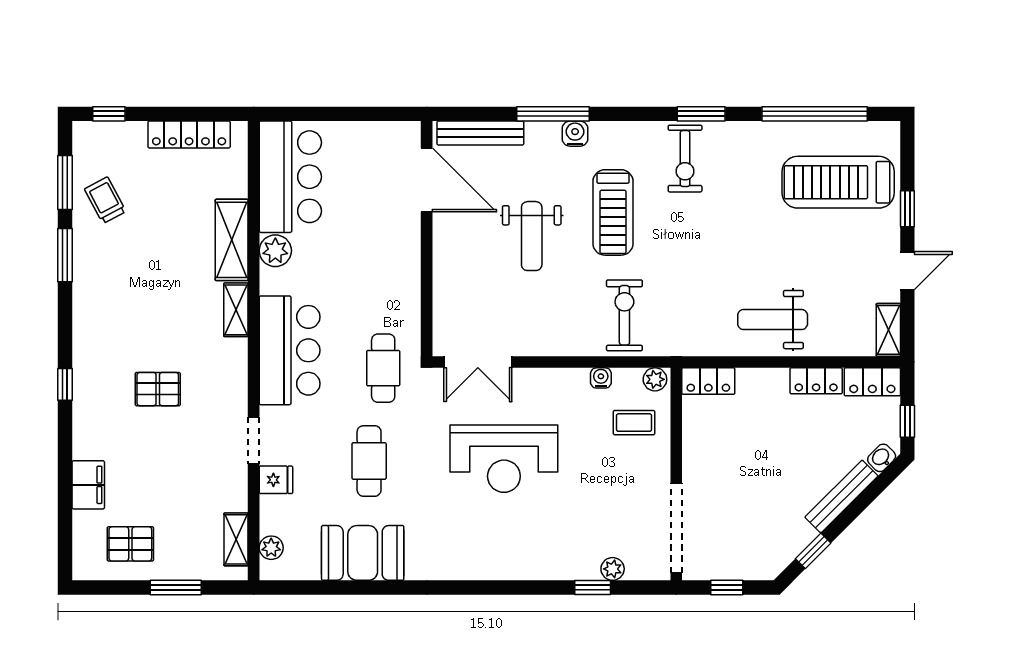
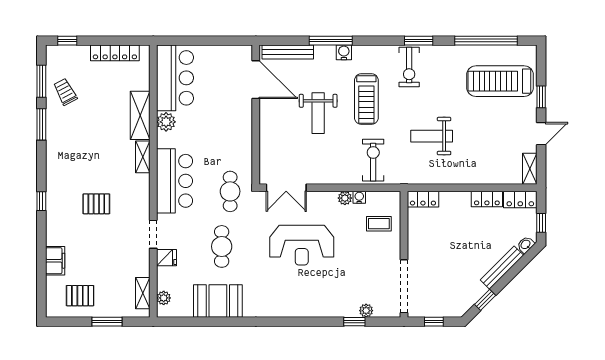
weight bench: (773, 320) -> (432, 136), moved
plant: (655, 379) -> (345, 198), moved

